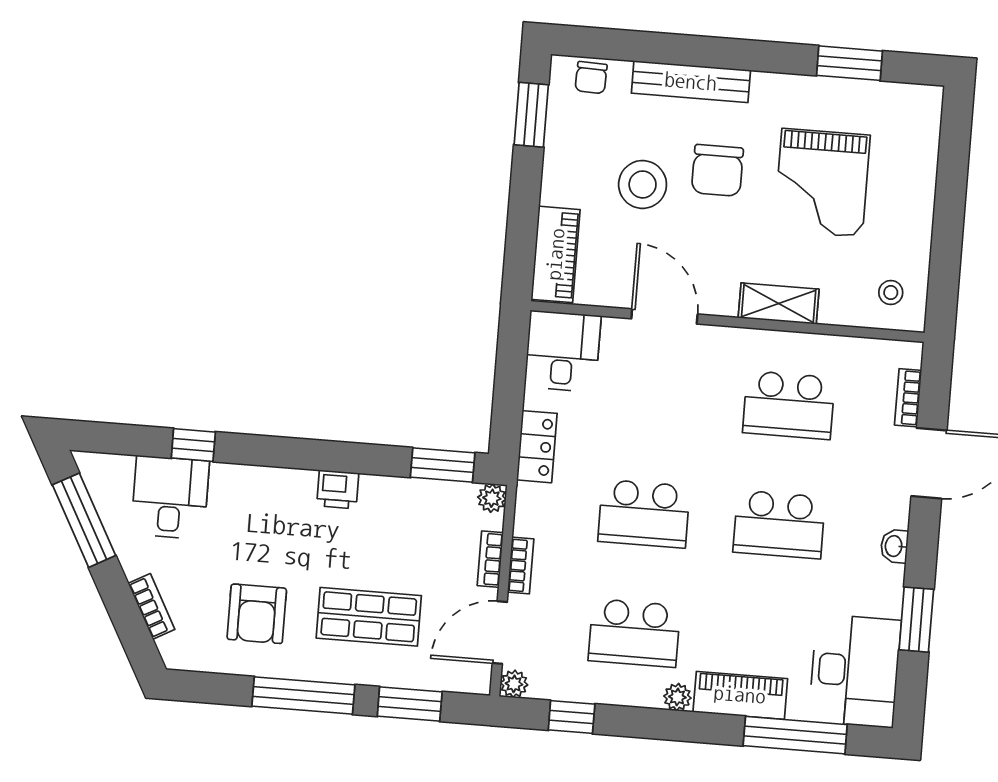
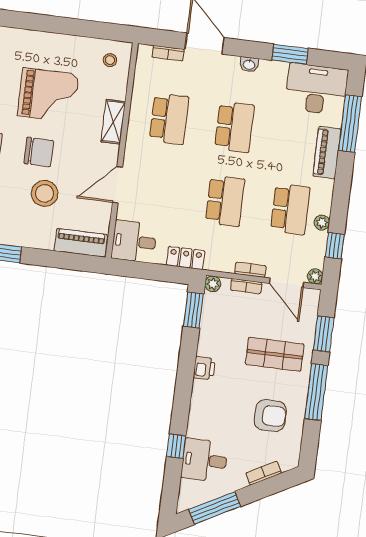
shop shelf: (369, 617) -> (275, 354), turned 90
plant: (677, 697) -> (322, 223), moved

